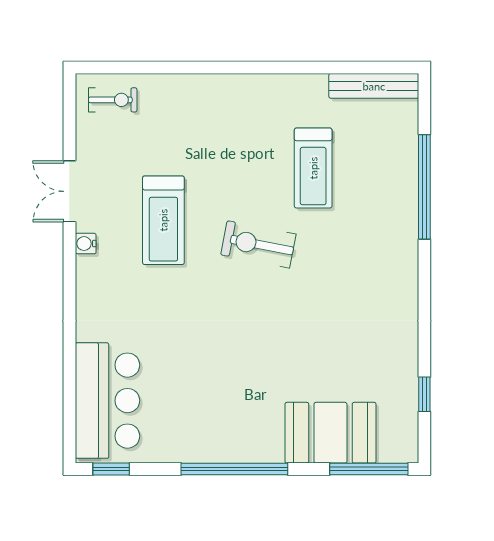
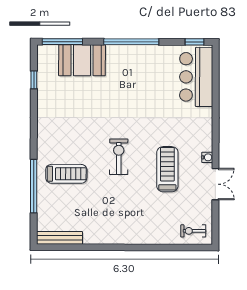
treadmill: (313, 168) -> (66, 174), moved, turned 90
exercise bike: (258, 244) -> (119, 157), turned -101

